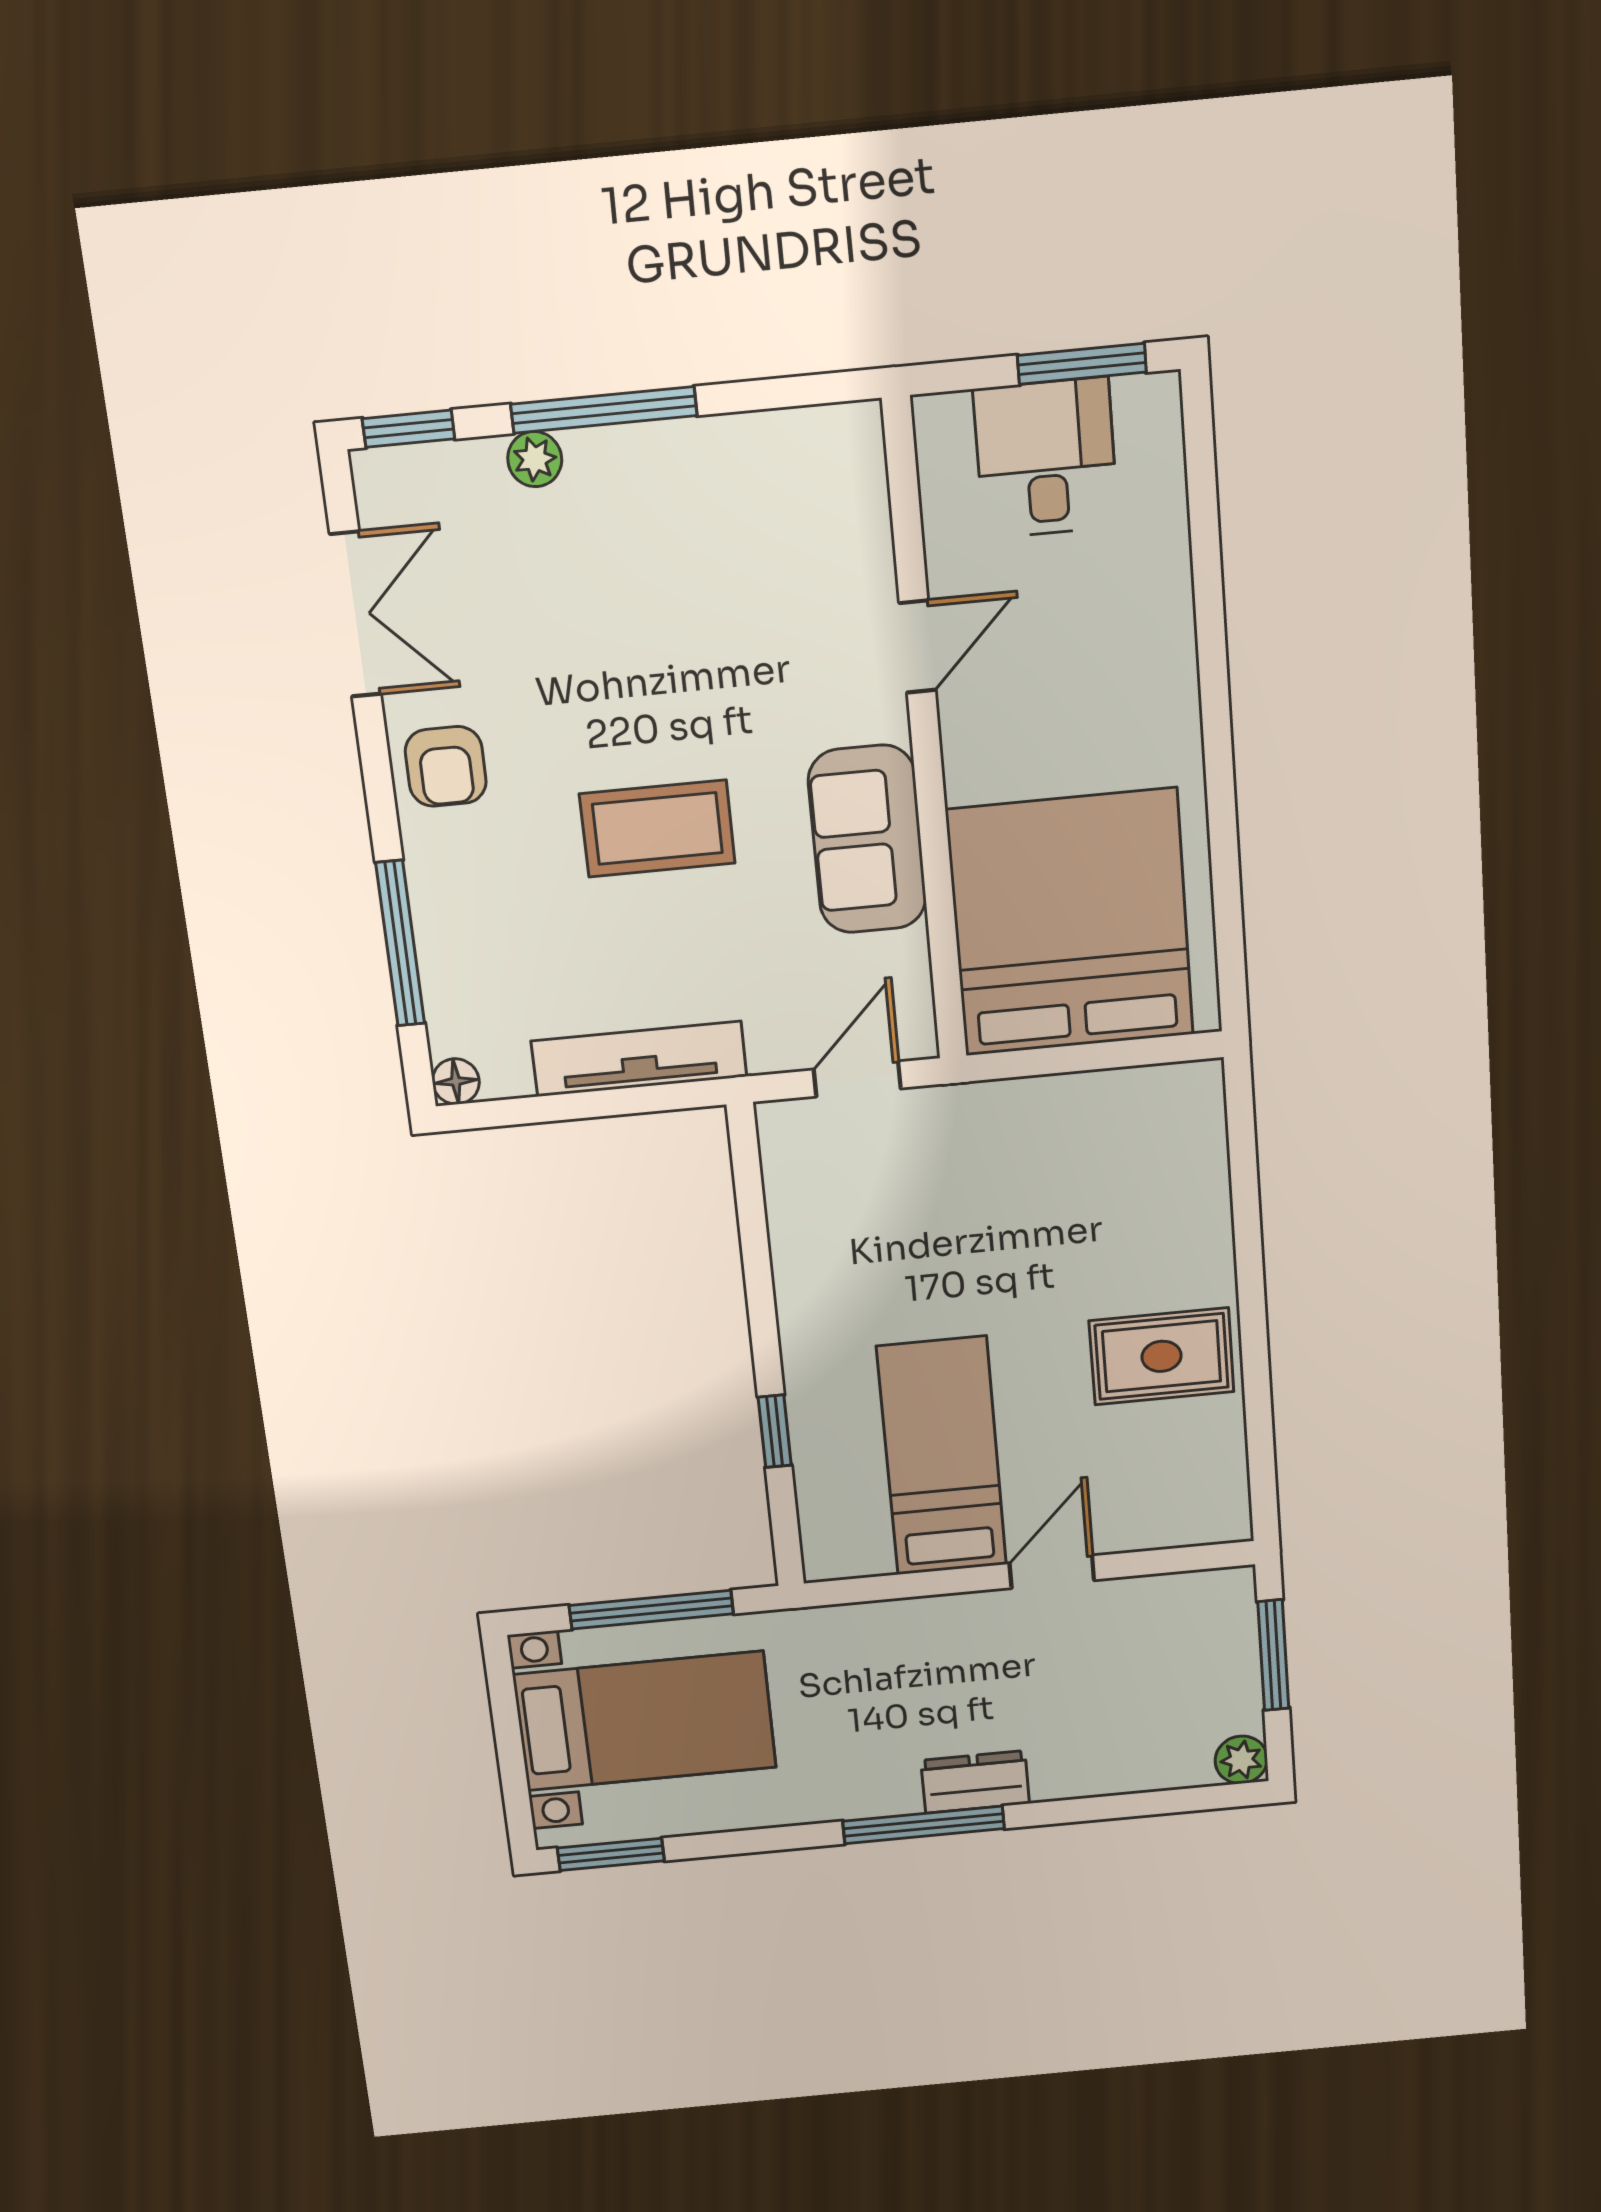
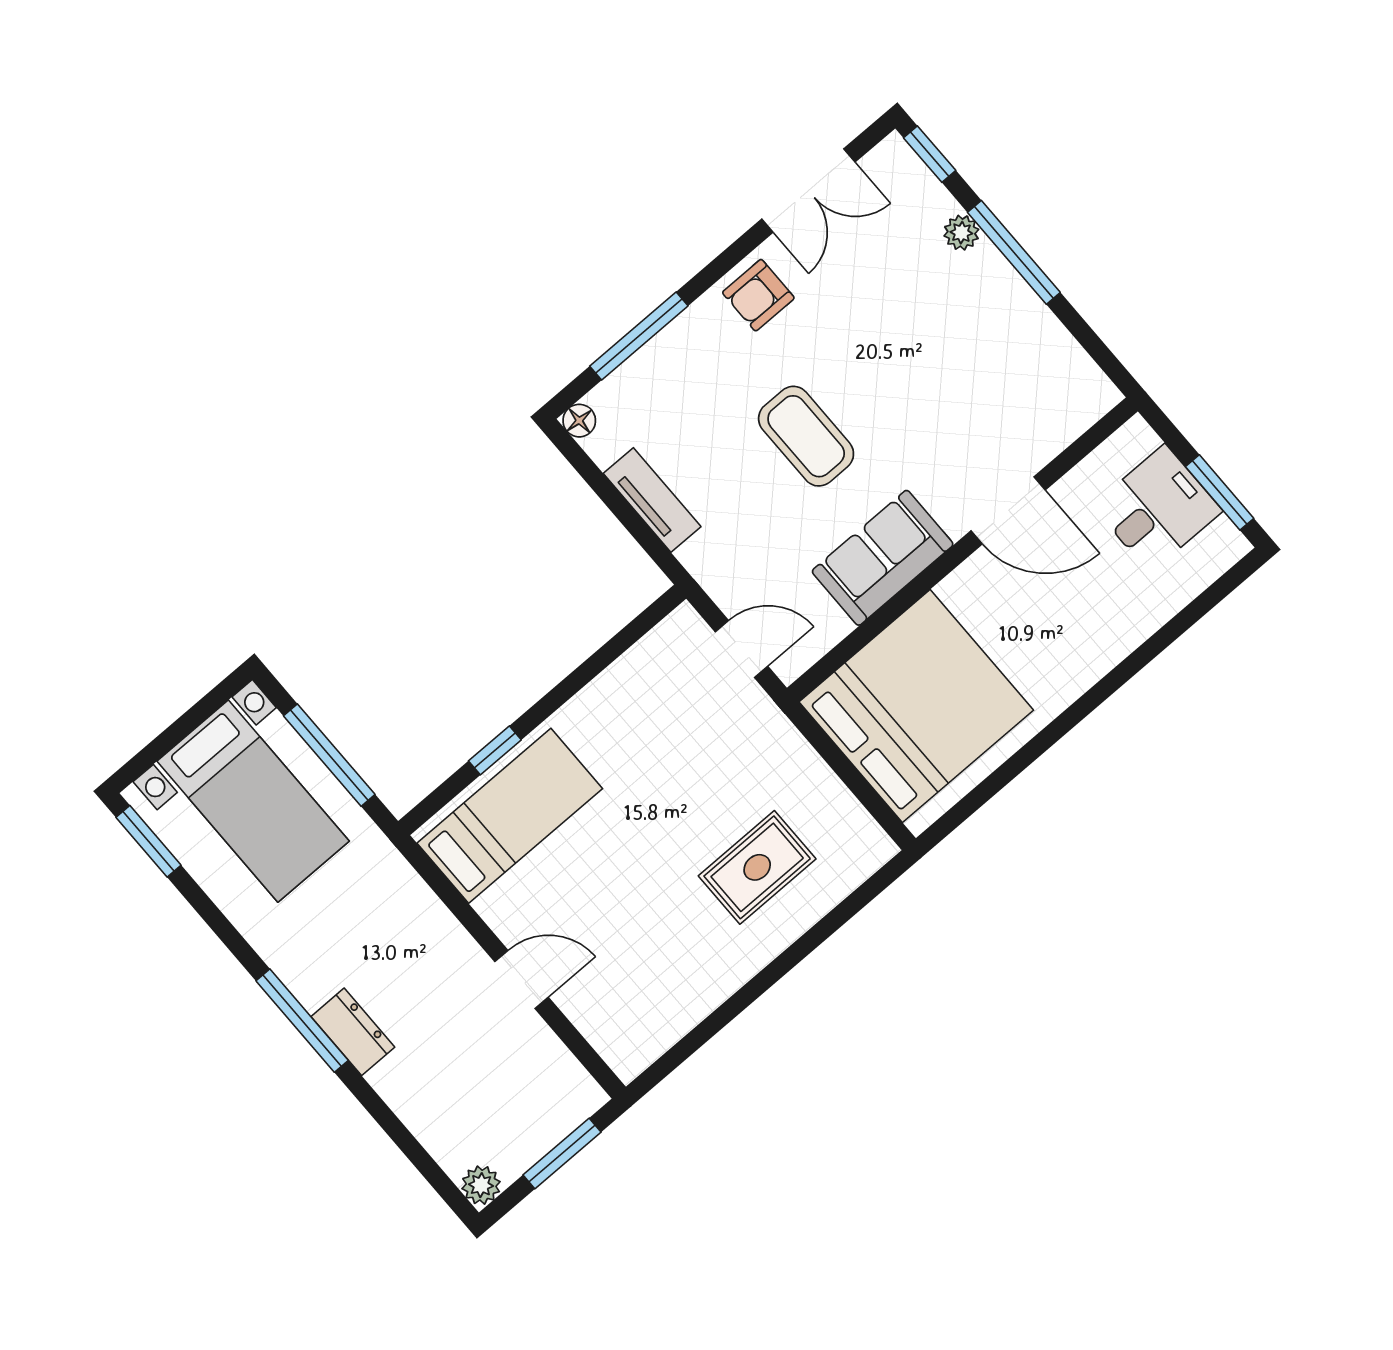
door: (917, 647) -> (1008, 510), width x1.38
tv unit: (639, 1059) -> (652, 500), width x0.71
rug: (1162, 1356) -> (757, 867), moved, turned 90
bed: (942, 1456) -> (510, 816), moved

